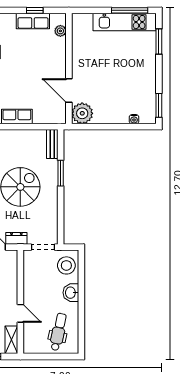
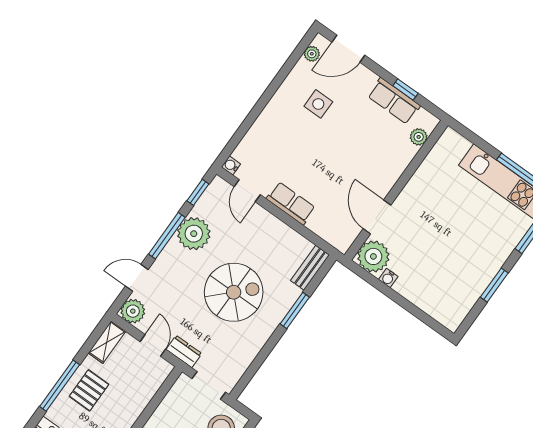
window: (159, 105) -> (494, 285), moved
water cooler: (134, 119) -> (388, 278), moved

